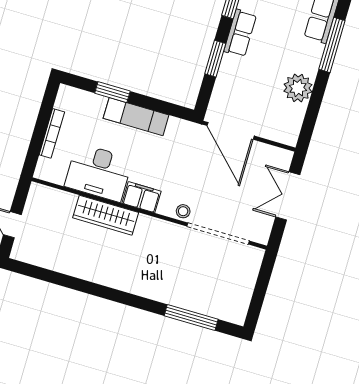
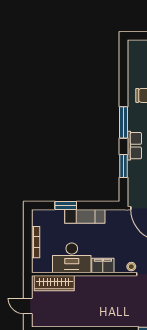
wardrobe: (106, 215) -> (54, 283), moved

